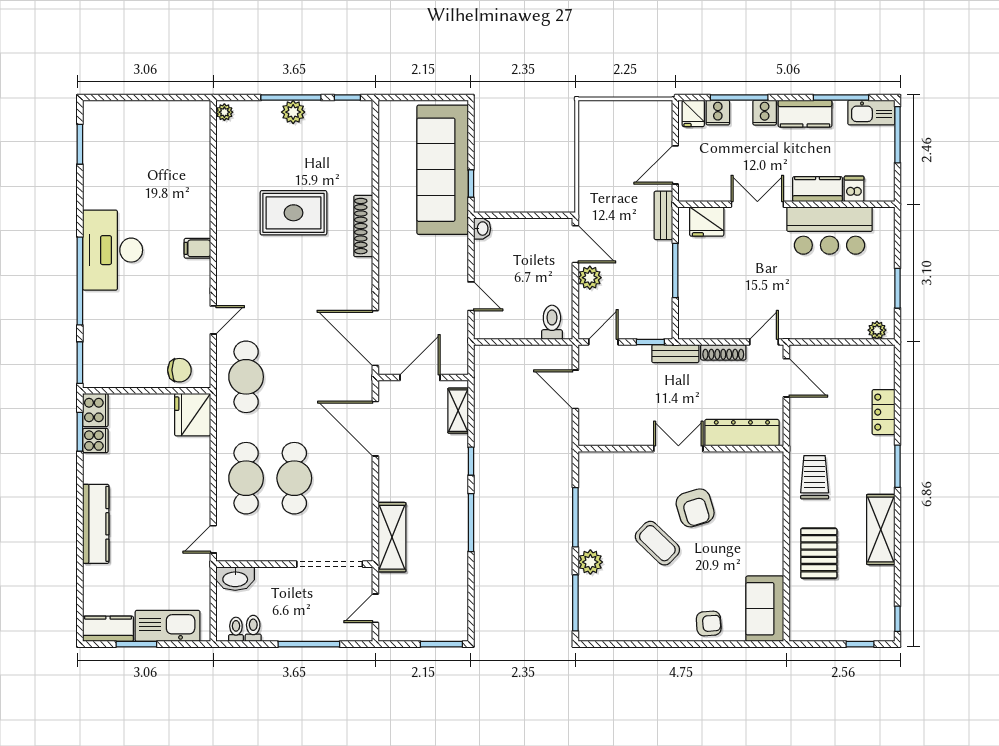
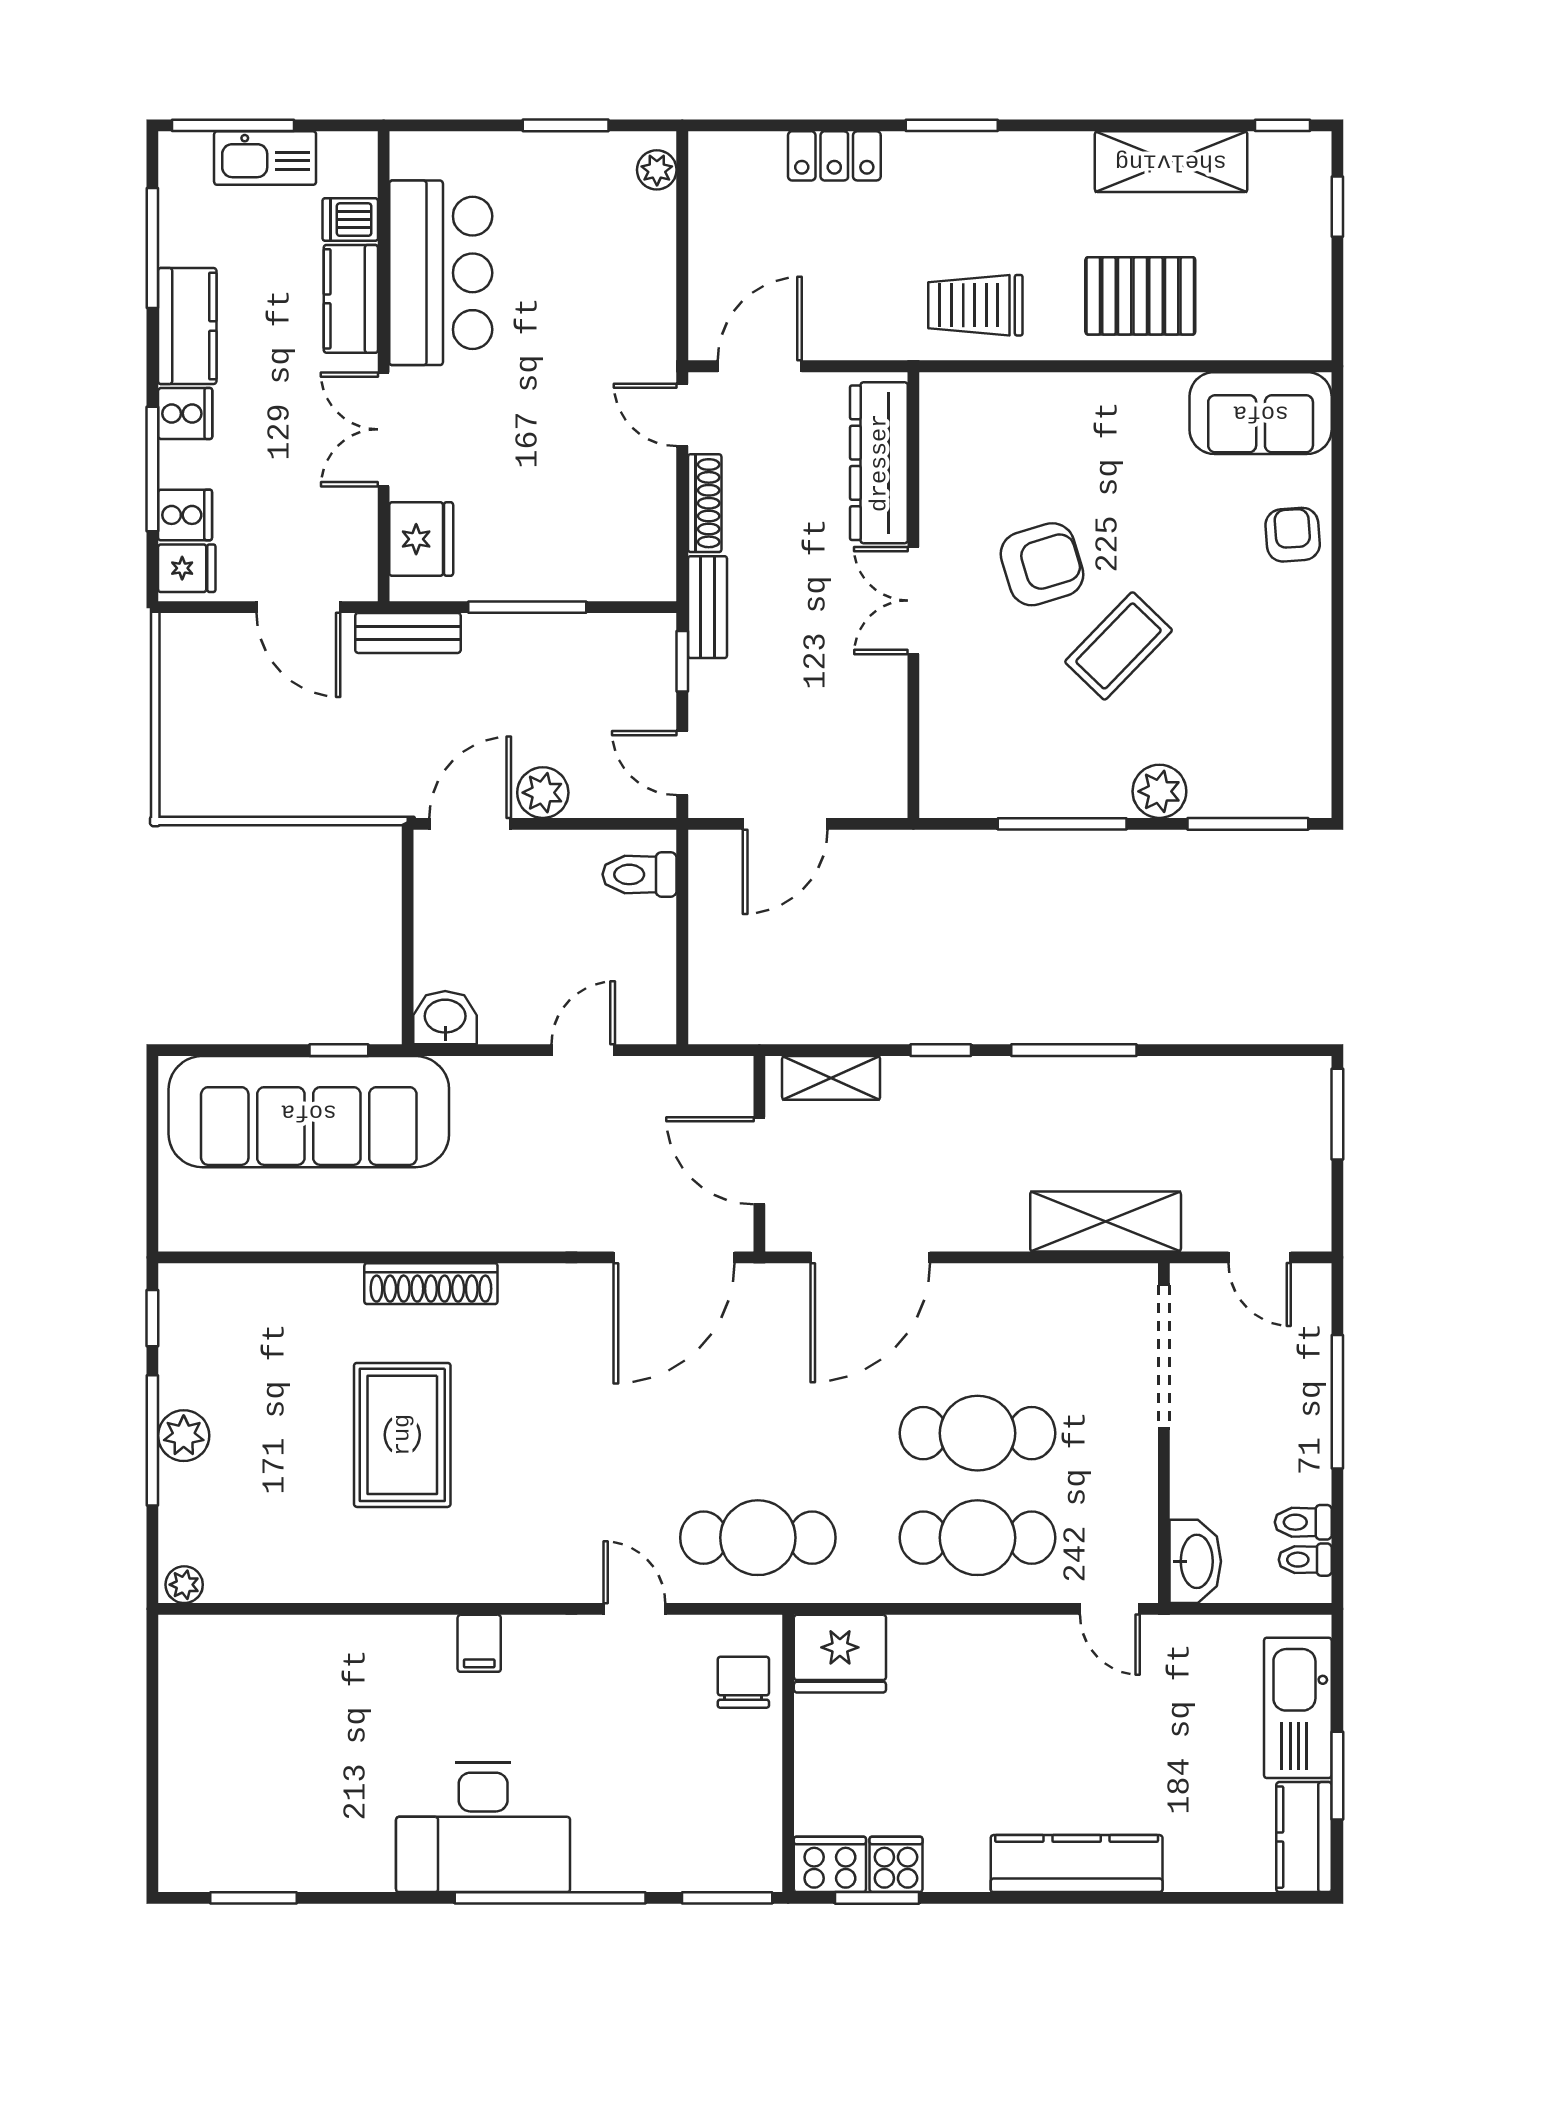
kitchen sink: (871, 113) -> (265, 158), moved, turned 90
washbasin: (482, 229) -> (445, 1018), width x1.38, depth x1.45
shelving: (881, 529) -> (1171, 162), moved

